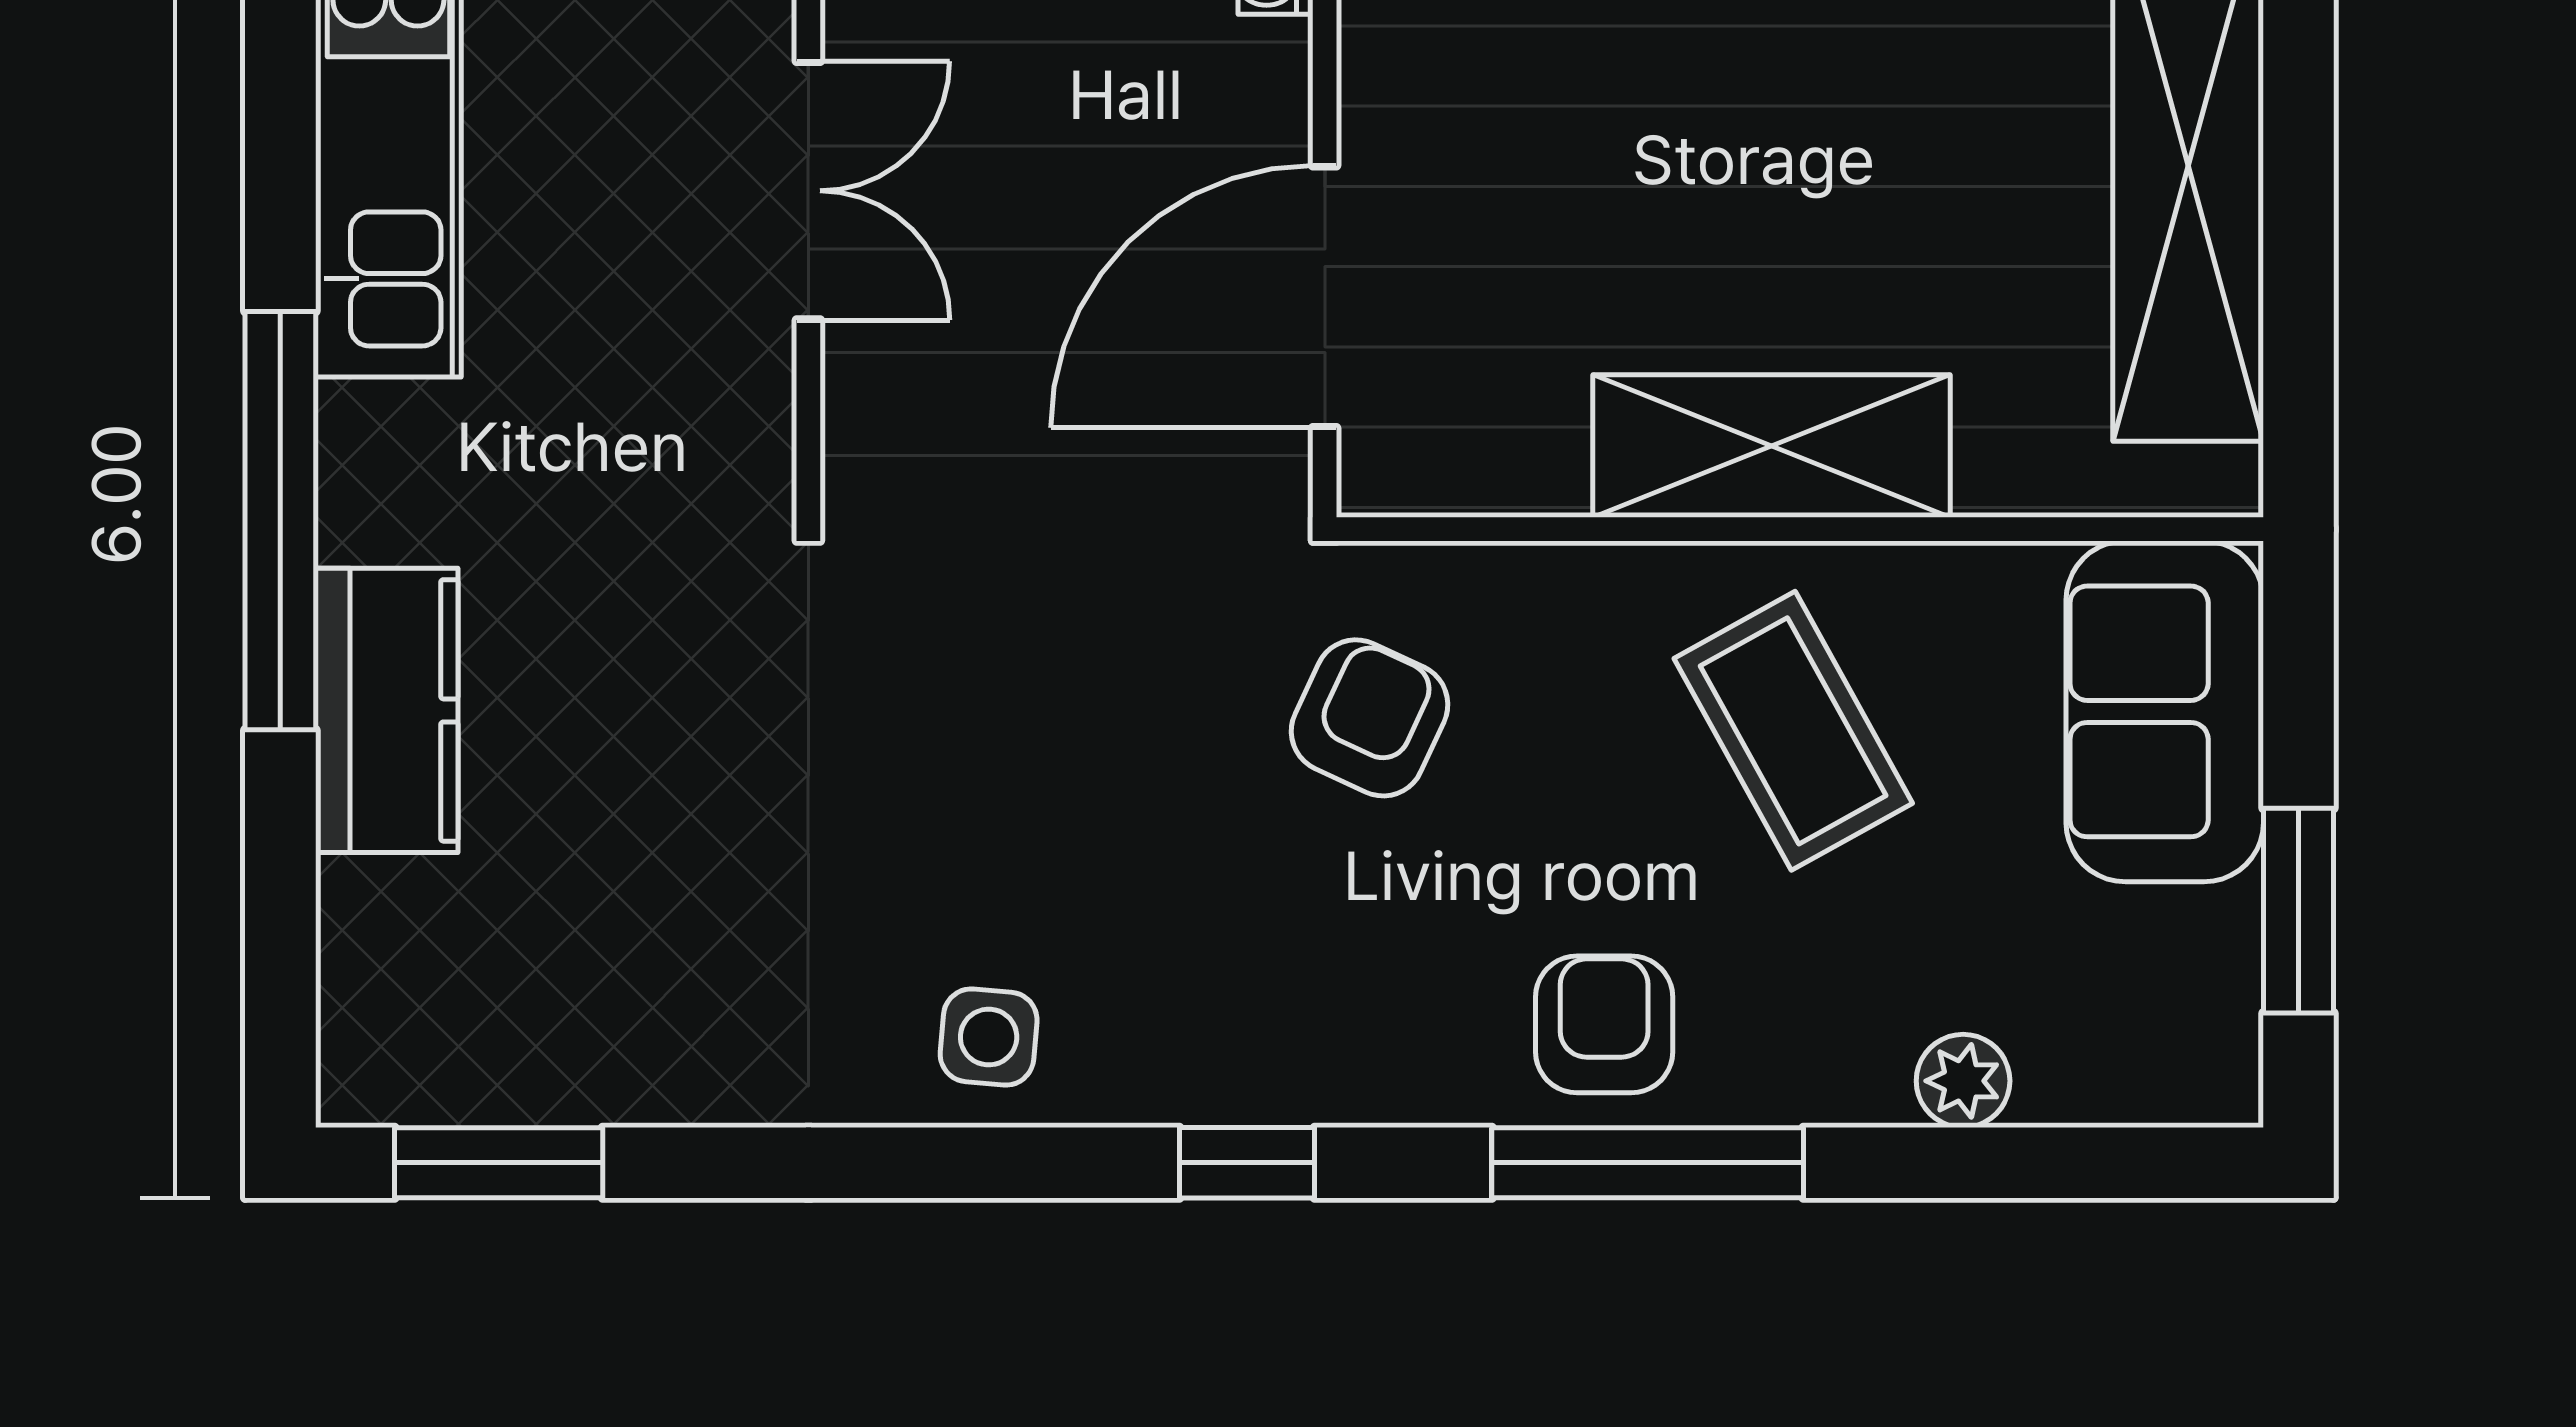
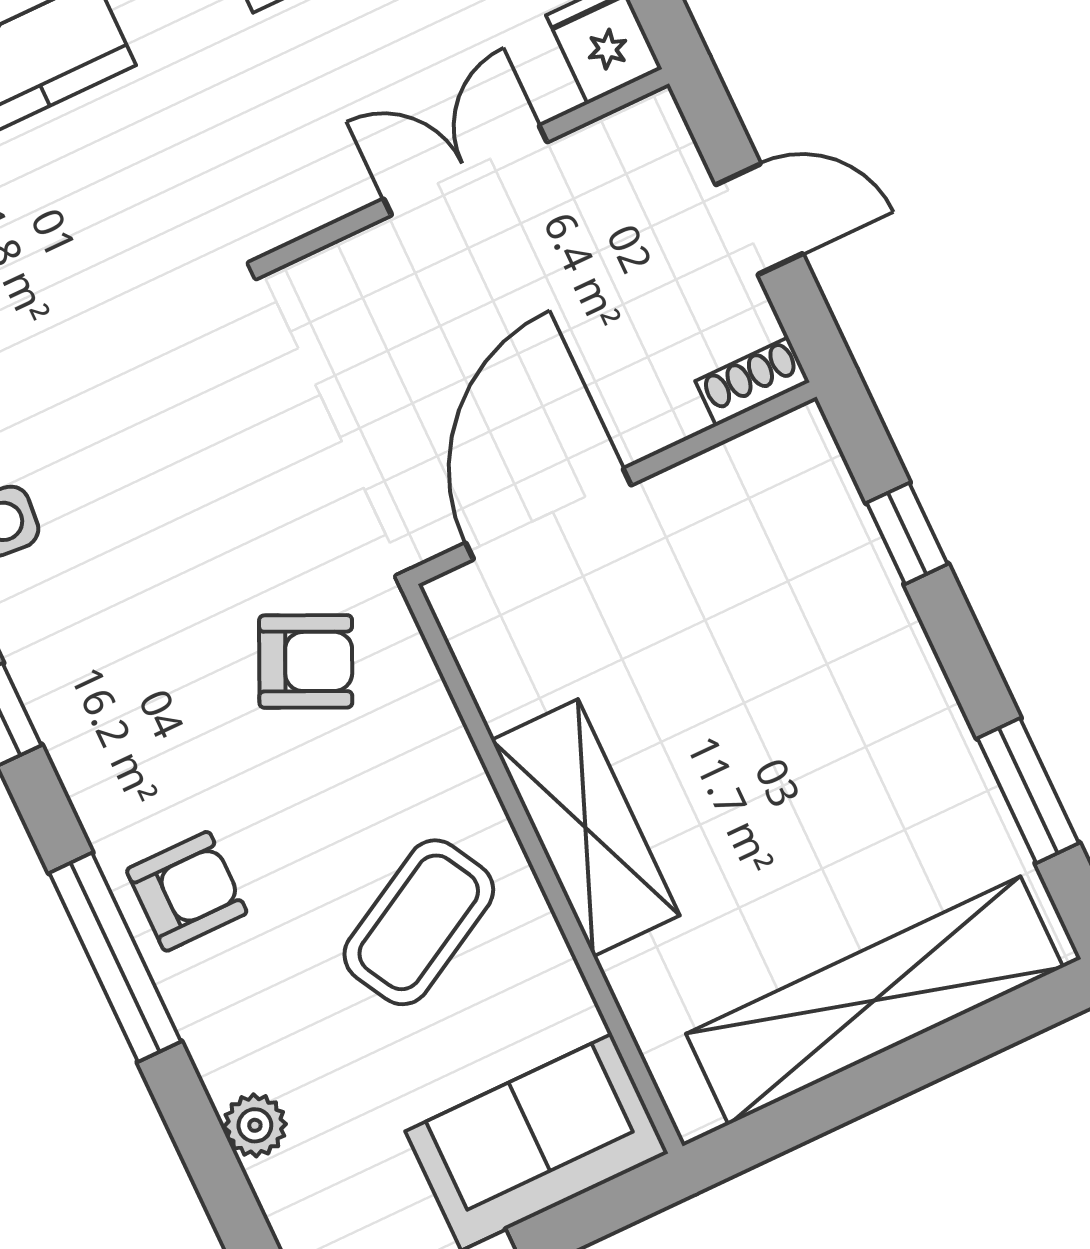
double door: (808, 191) -> (465, 170), swing flipped
door: (1325, 297) -> (548, 514), hinge flipped

